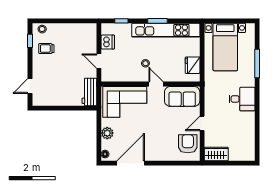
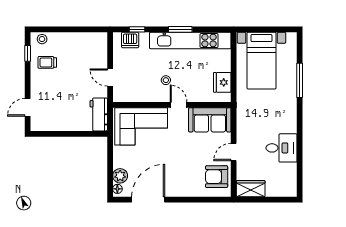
dishwasher: (108, 42) -> (130, 40), moved, turned 90
desk: (242, 99) -> (282, 148), moved
plant: (107, 133) -> (120, 176), moved
armchair: (188, 144) -> (217, 177), turned -90

